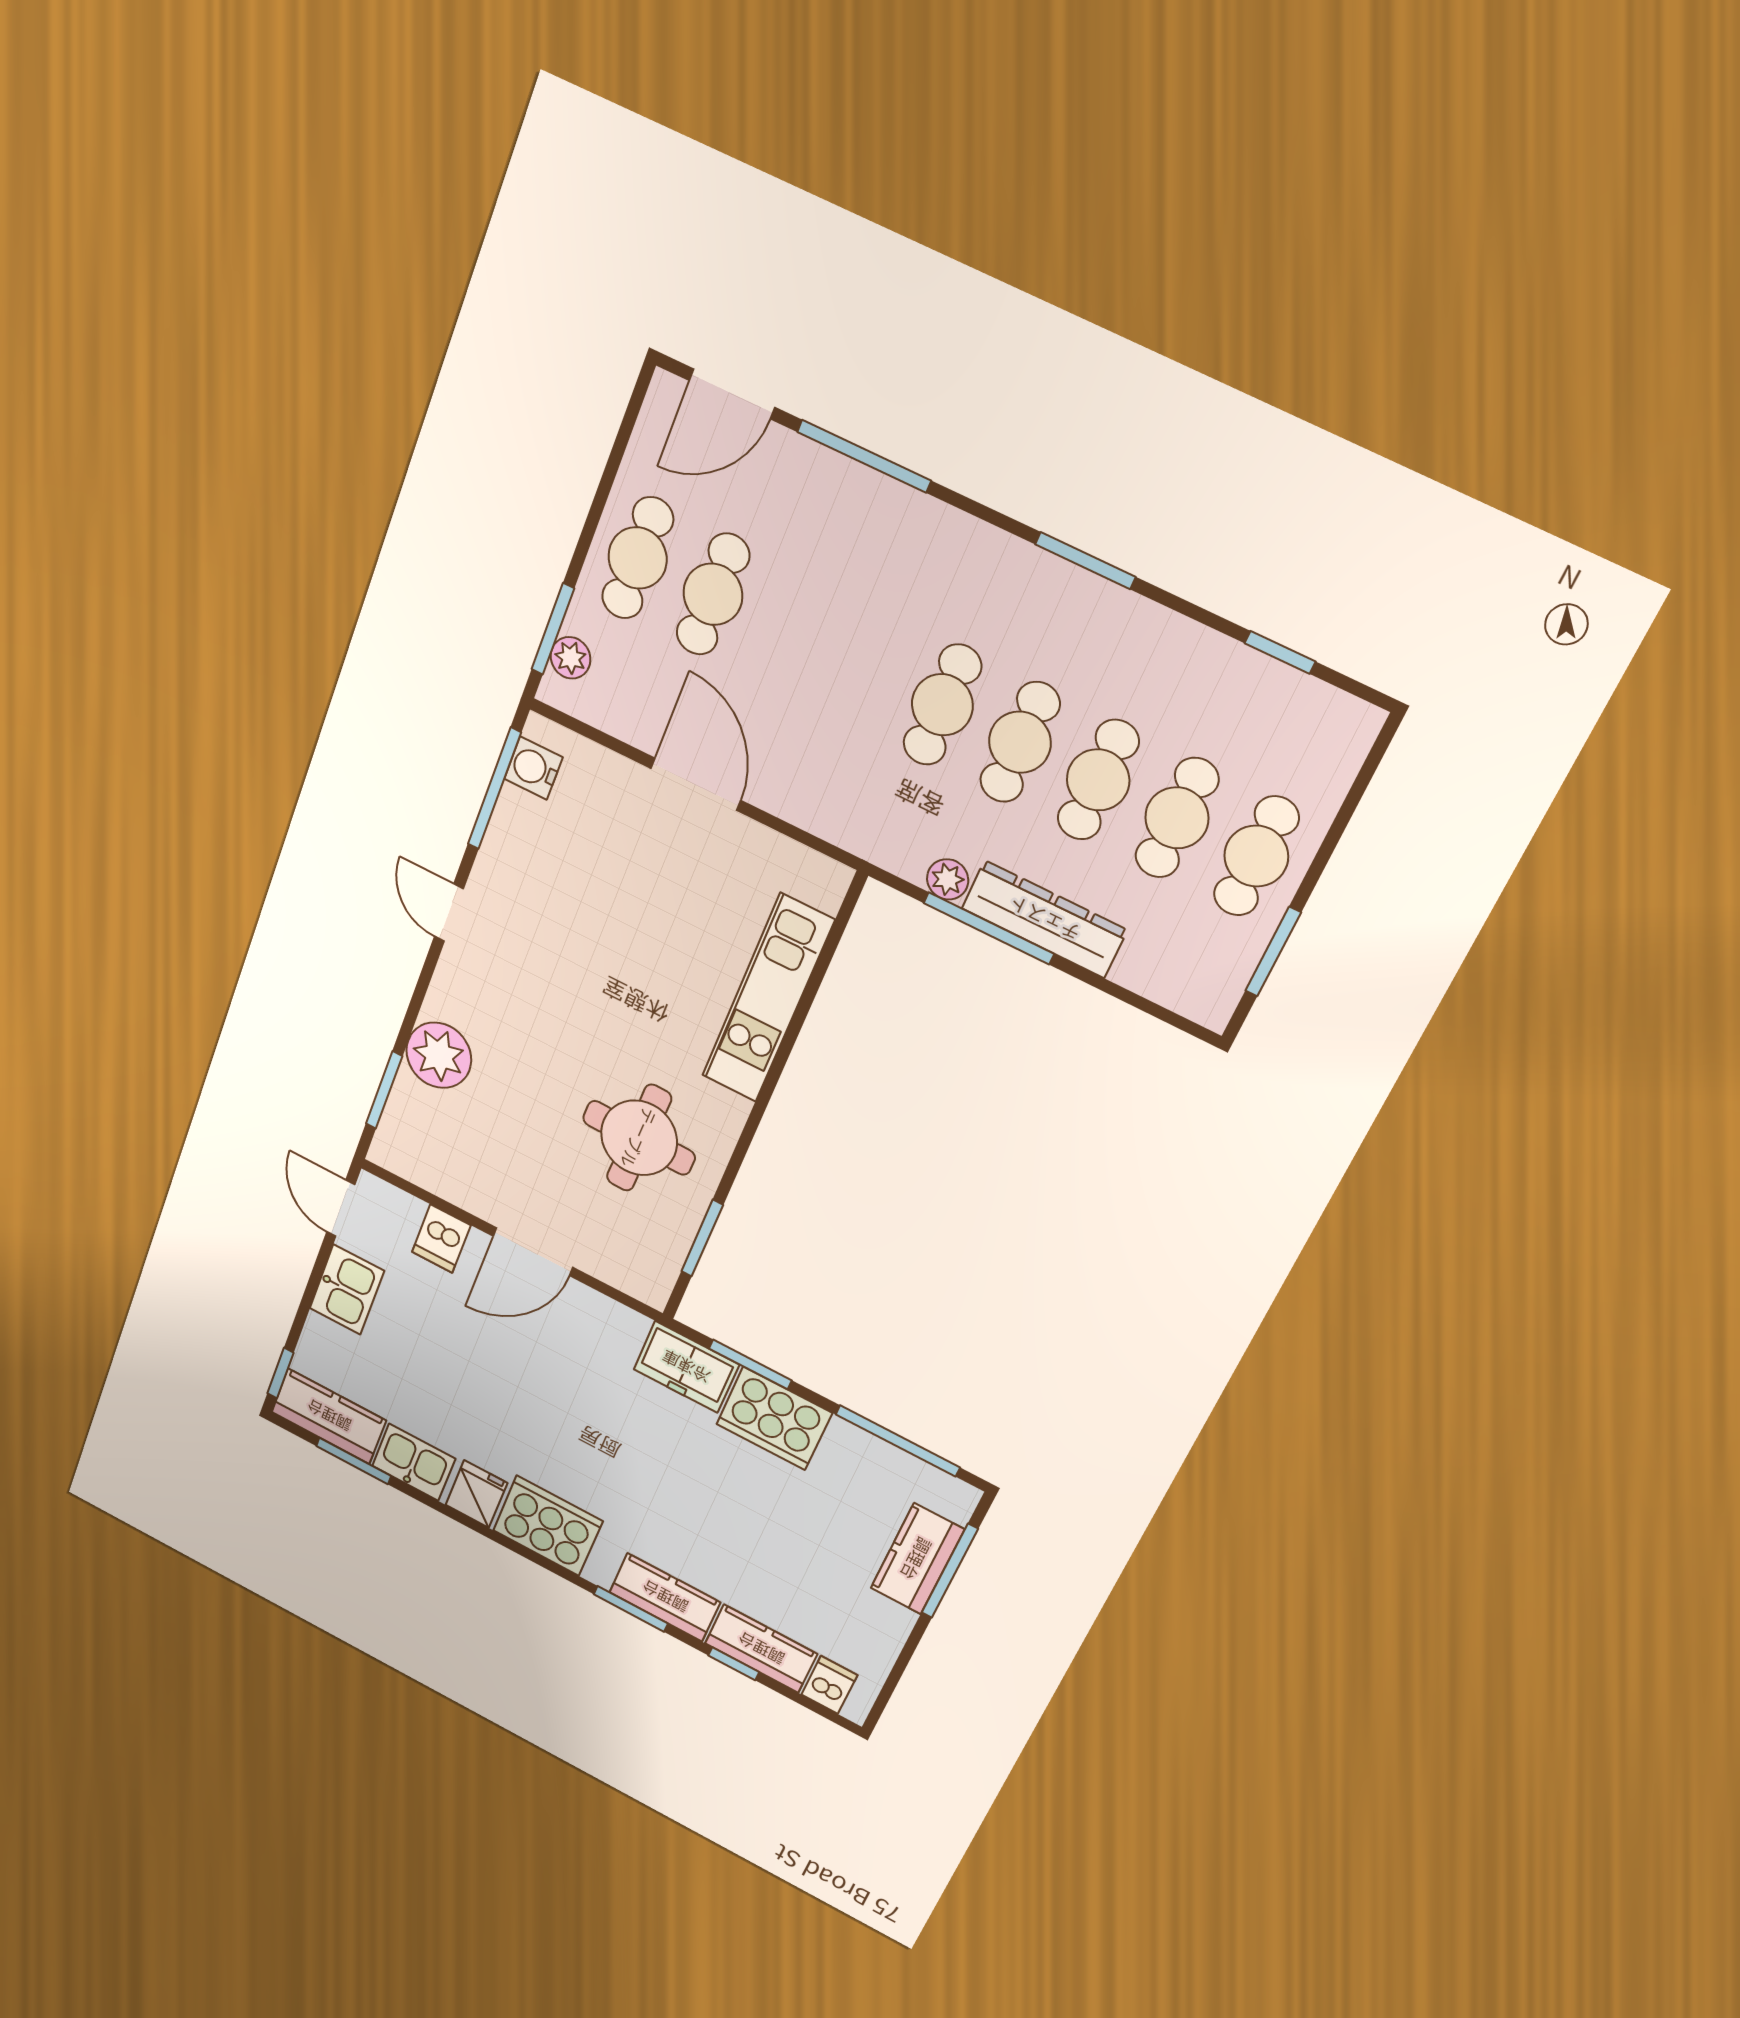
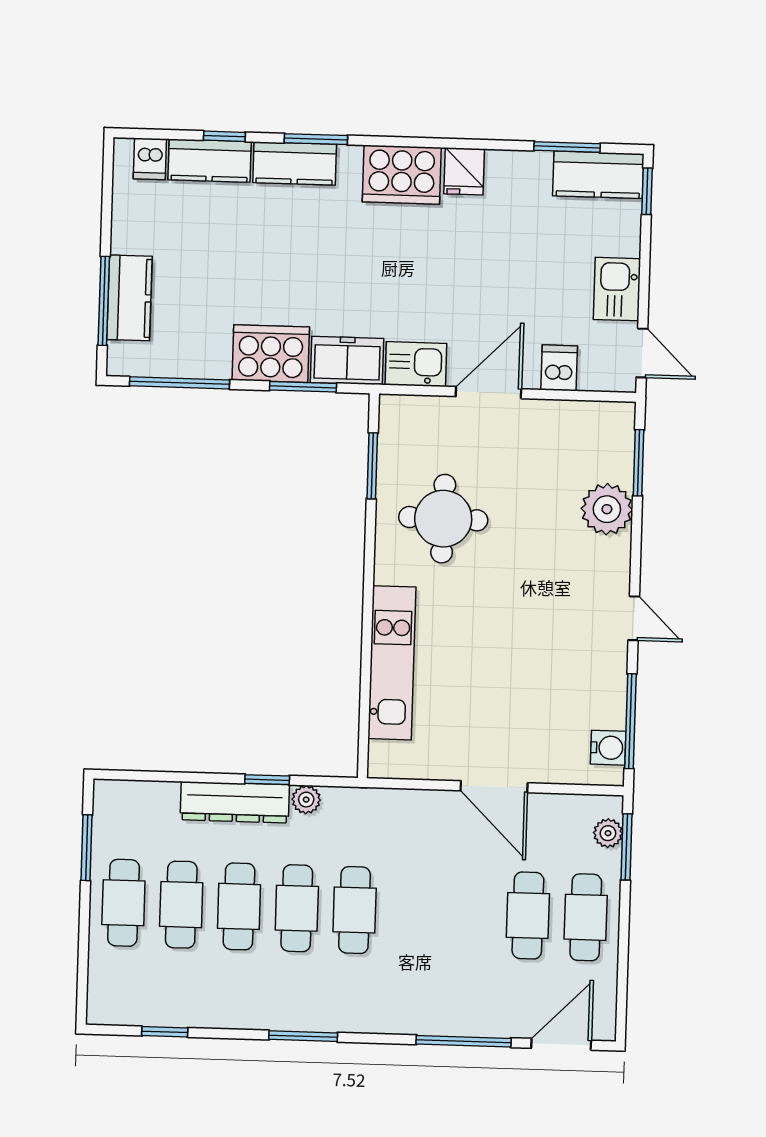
window: (989, 928) -> (267, 780), width x0.46
kitchen sink: (414, 1462) -> (416, 364), moved, turned 180

